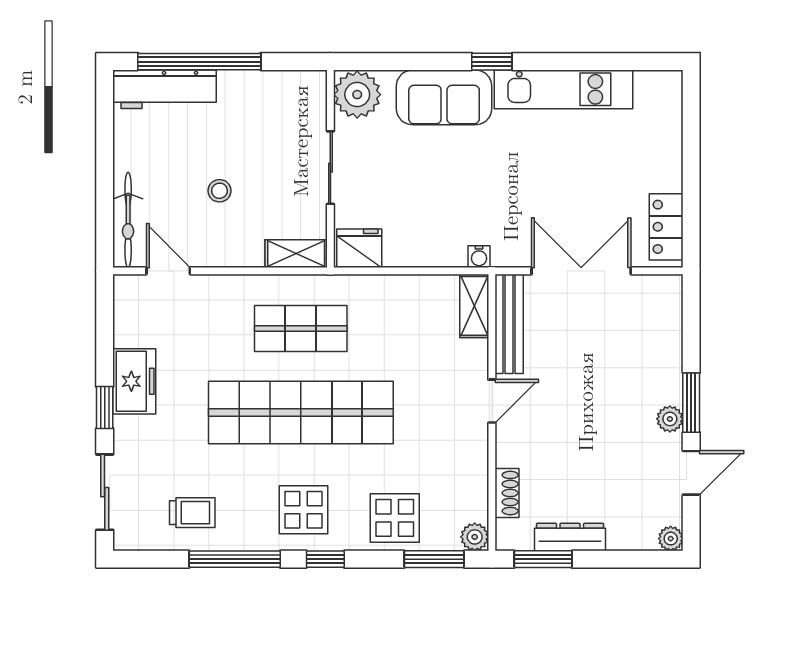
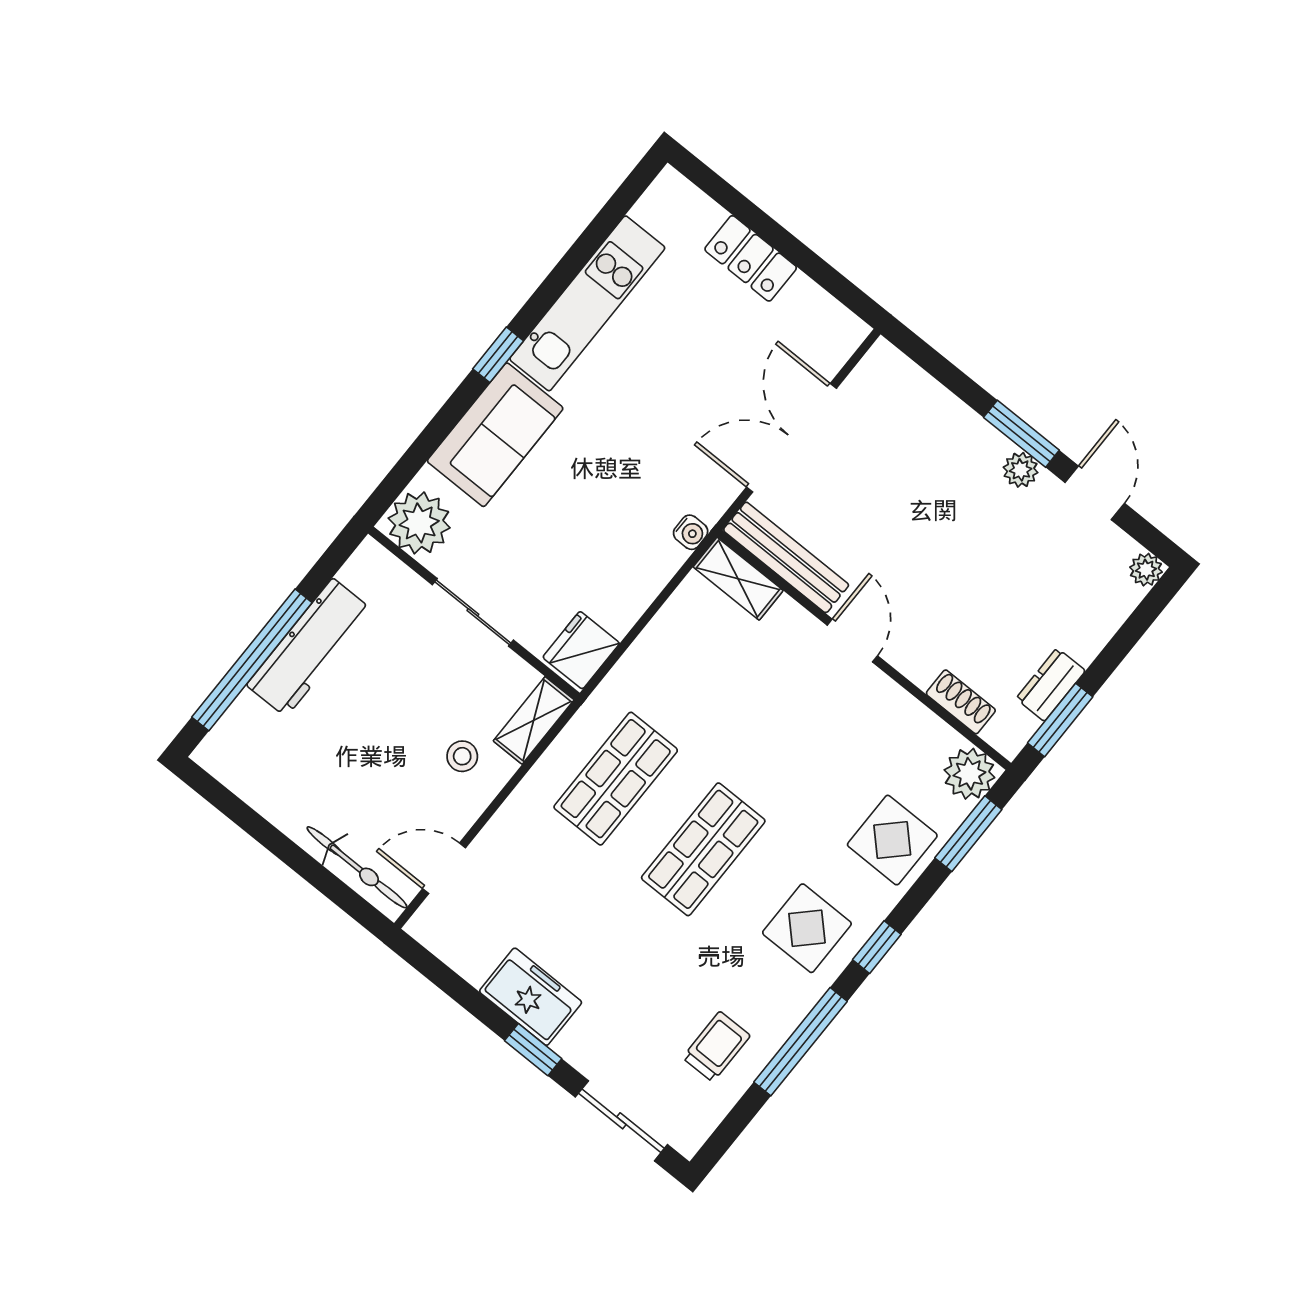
workbench: (165, 89) -> (309, 648), moved
stool: (219, 191) -> (462, 756), moved
locker: (666, 227) -> (751, 258), moved
shop shelf: (301, 412) -> (703, 849), width x0.50, depth x0.74
plant: (475, 537) -> (969, 774), width x1.38, depth x1.38
dresser: (570, 537) -> (1051, 685), width x0.70

